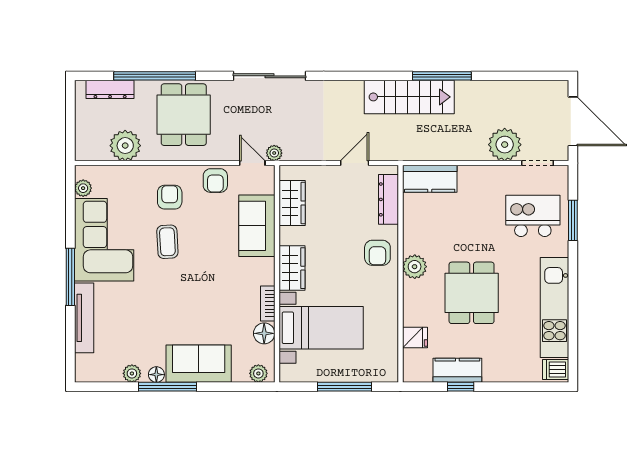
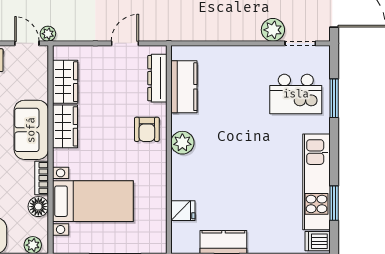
plant: (505, 145) -> (273, 30), width x0.73, depth x0.73
kitchen counter: (430, 179) -> (184, 87), moved, turned -90
kitchen island: (533, 216) -> (296, 94), turned 180
sofa: (257, 226) -> (31, 130), moved
wardrobe: (292, 268) -> (65, 126), moved
dining table: (472, 293) -> (237, 168), removed
window: (573, 330) -> (334, 203), added

